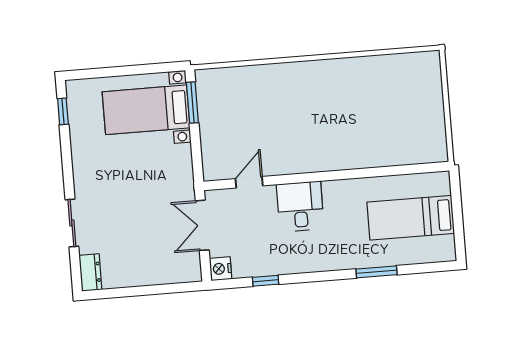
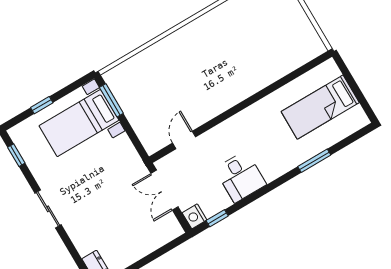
window: (116, 72) -> (42, 105), added
desk: (300, 207) -> (240, 177), moved, turned 180
sliding door: (72, 223) -> (48, 209), moved
window: (266, 281) -> (217, 218), moved

